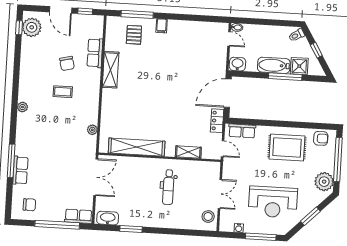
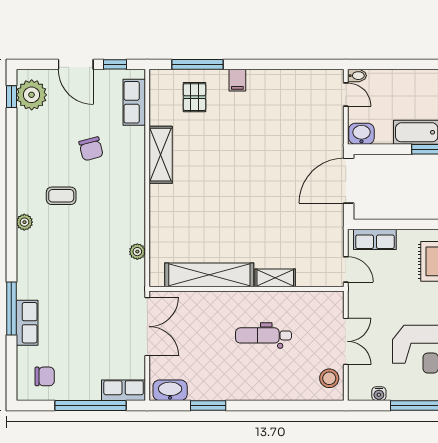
row of seats: (95, 53) -> (134, 102), moved
coffee table: (63, 92) -> (61, 196), moved
locker: (217, 121) -> (334, 225), removed
shelving: (188, 152) -> (275, 278), moved
dental chair: (168, 187) -> (263, 335), turned 90

